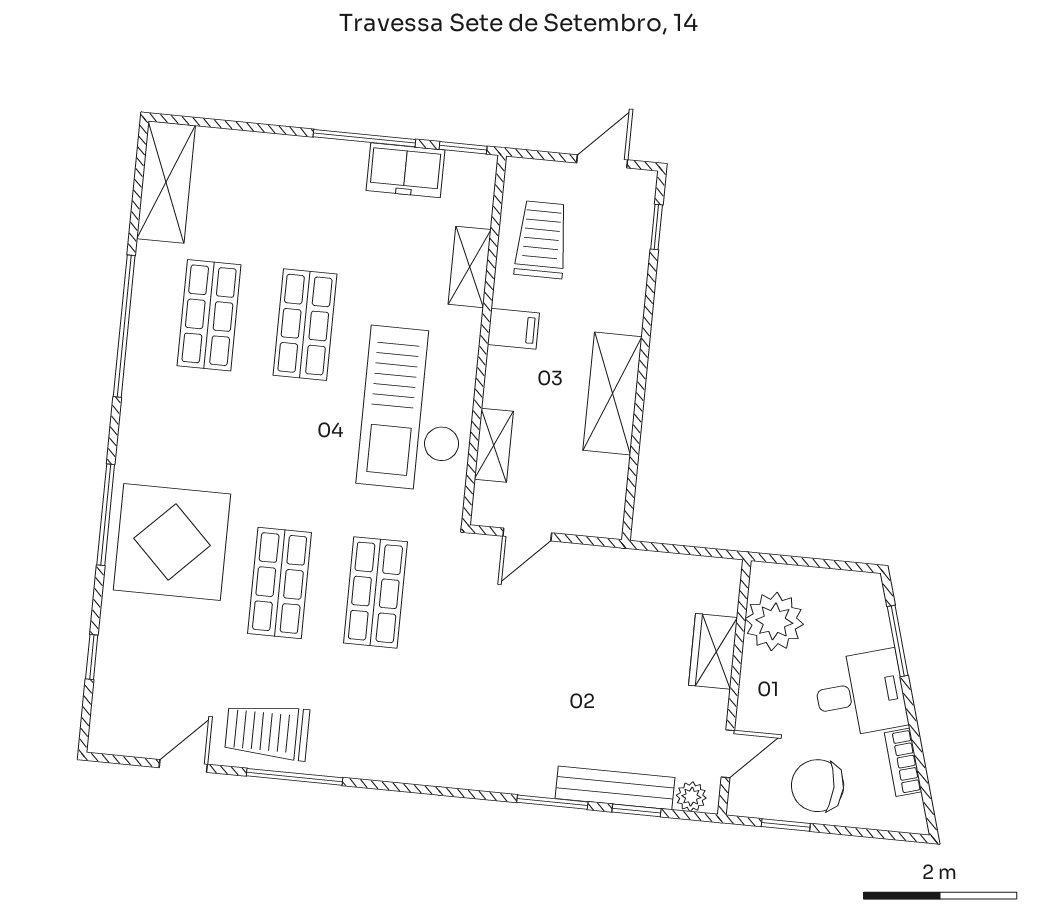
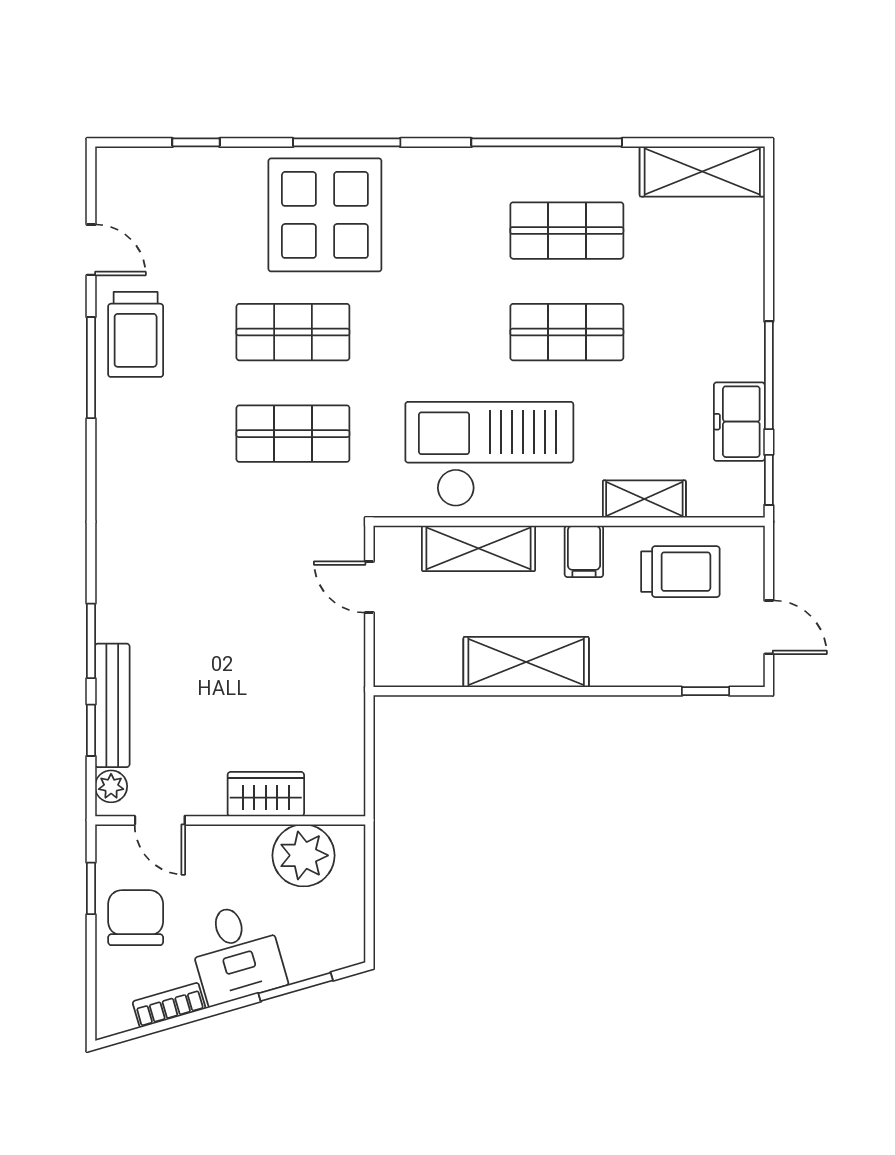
shelving: (494, 445) -> (479, 548), width x1.50, depth x1.33
trolley: (267, 732) -> (136, 334), turned 180

